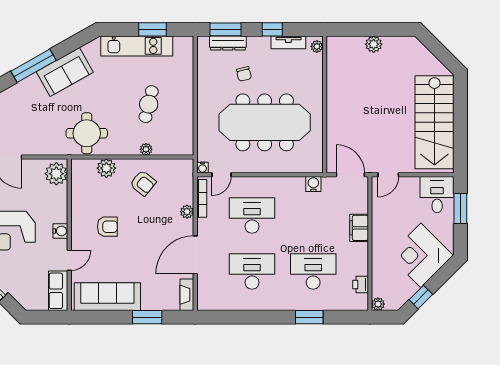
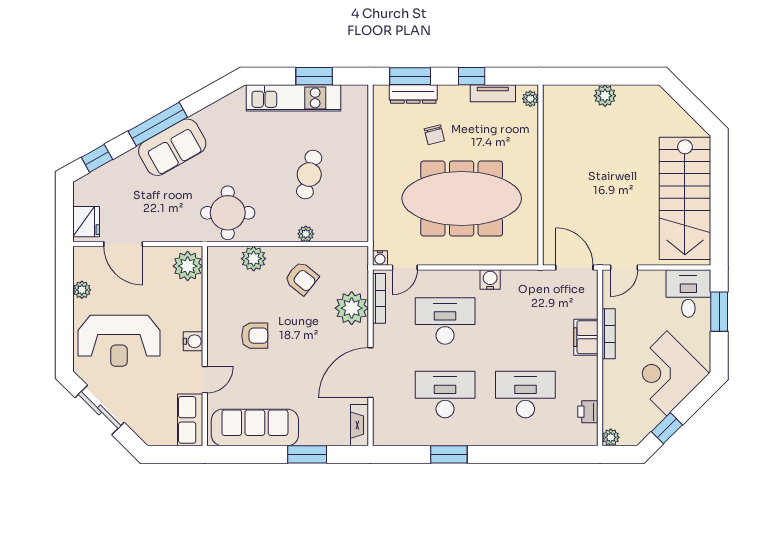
sofa: (65, 72) -> (172, 147), moved
water cooler: (313, 184) -> (490, 280), moved
plant: (187, 212) -> (352, 308), width x1.88, depth x1.88
bookcase: (376, 225) -> (609, 334), added
window: (309, 317) -> (449, 454), moved

